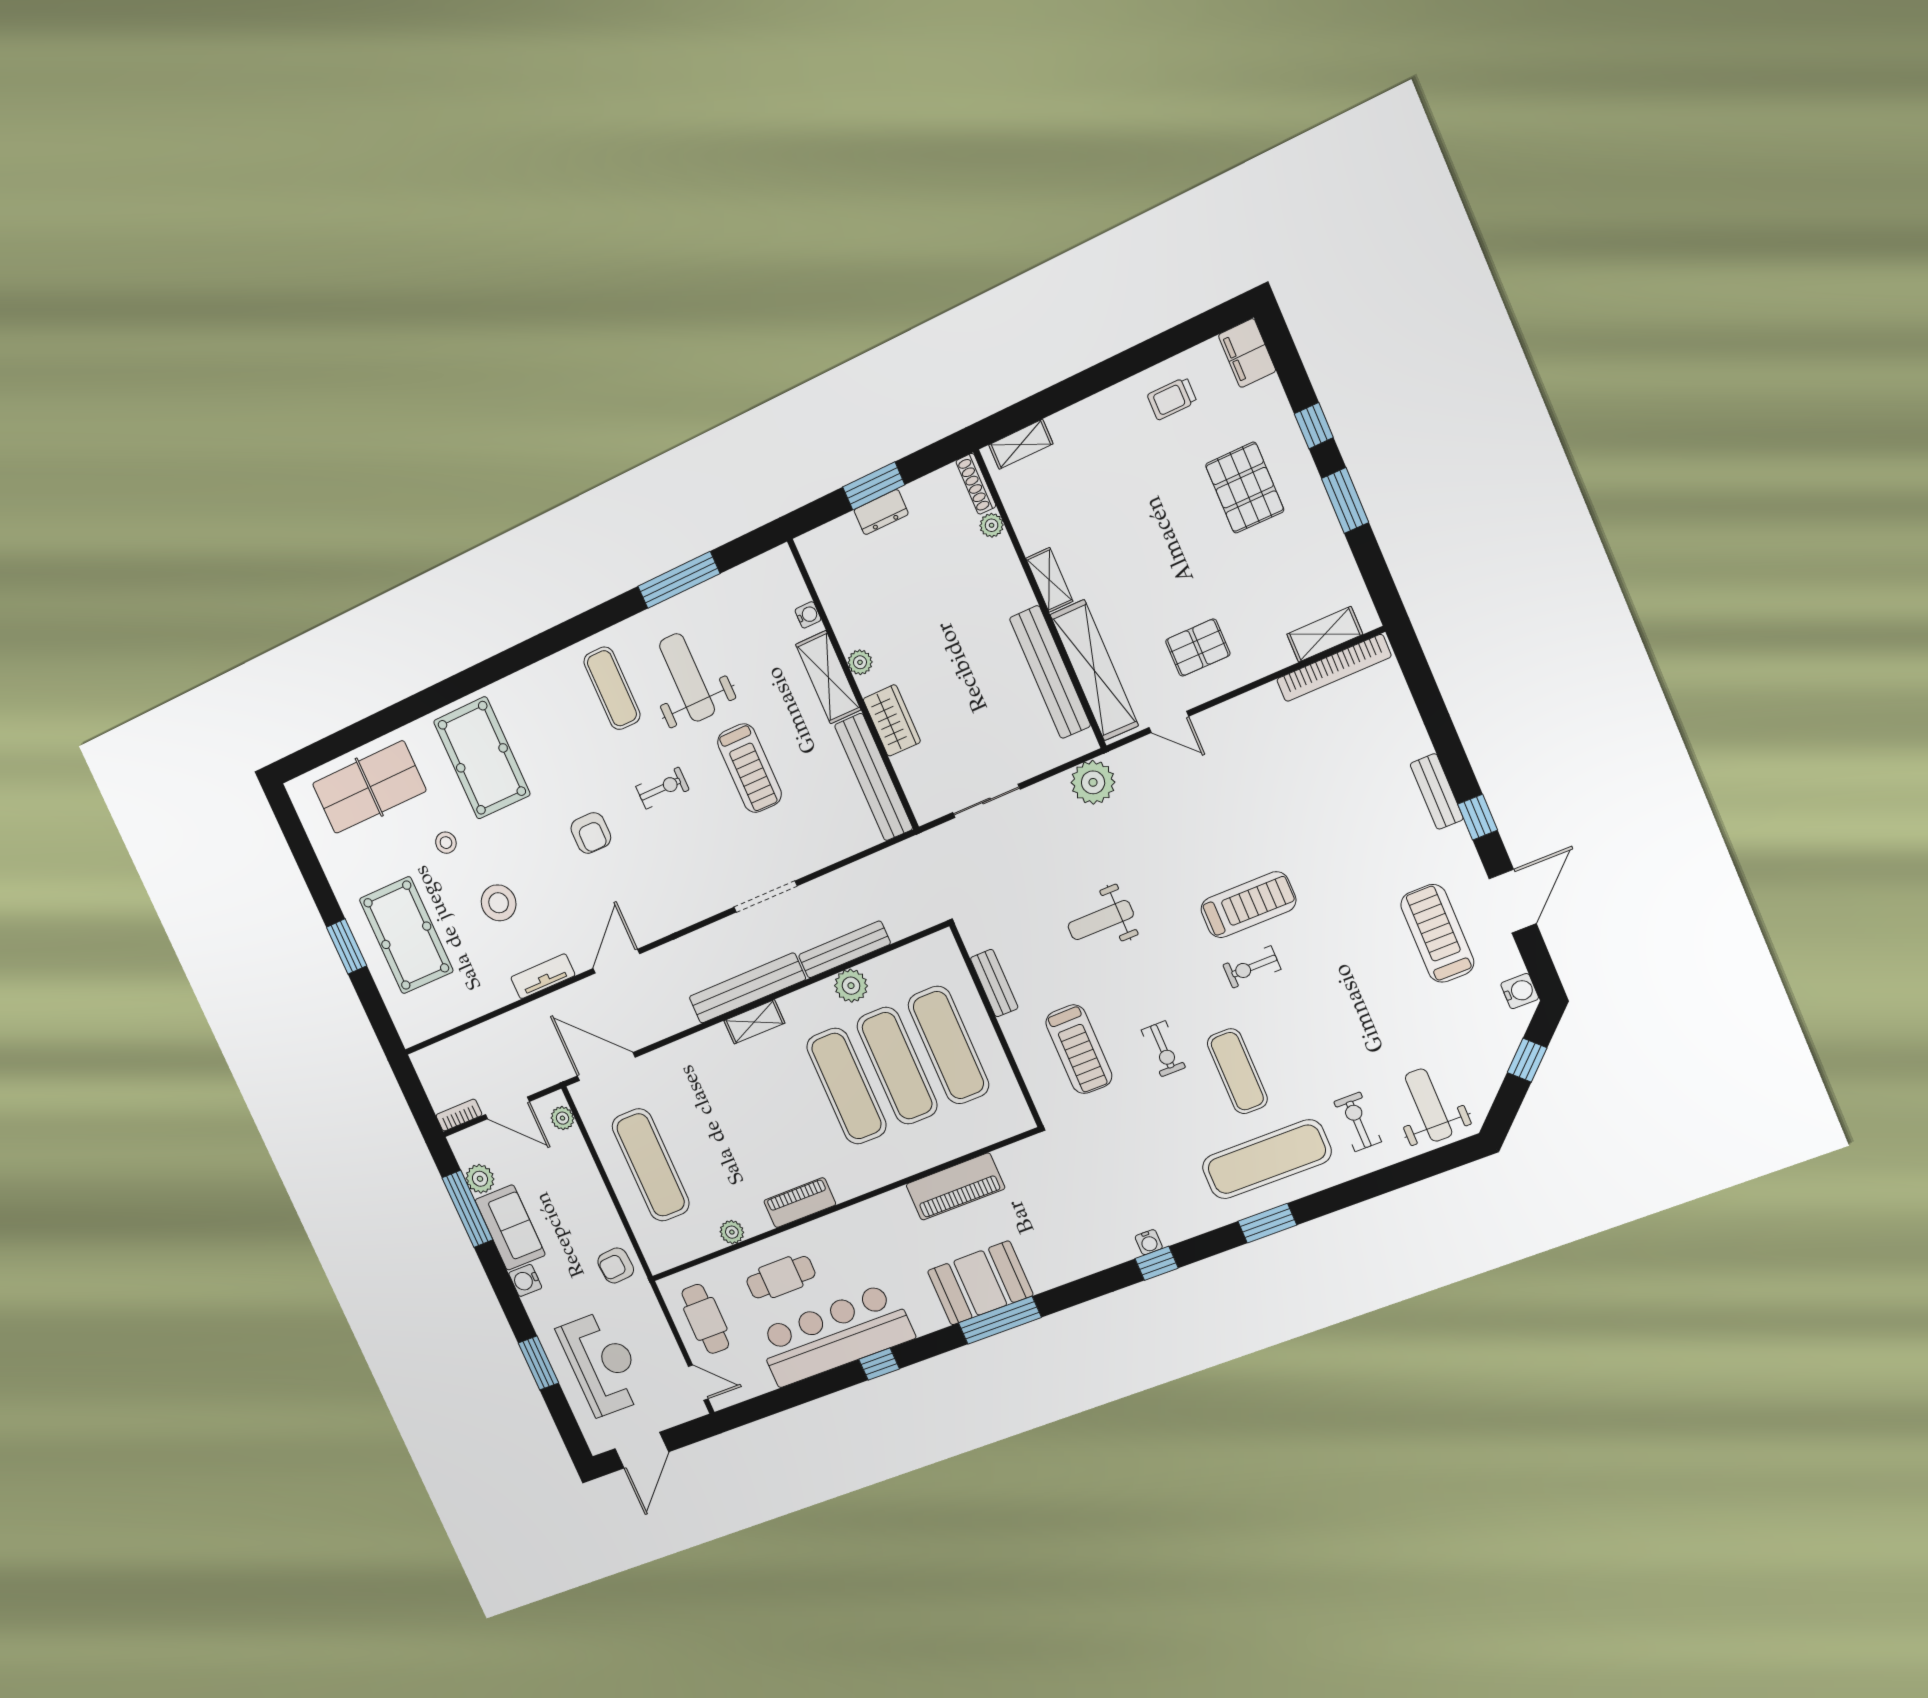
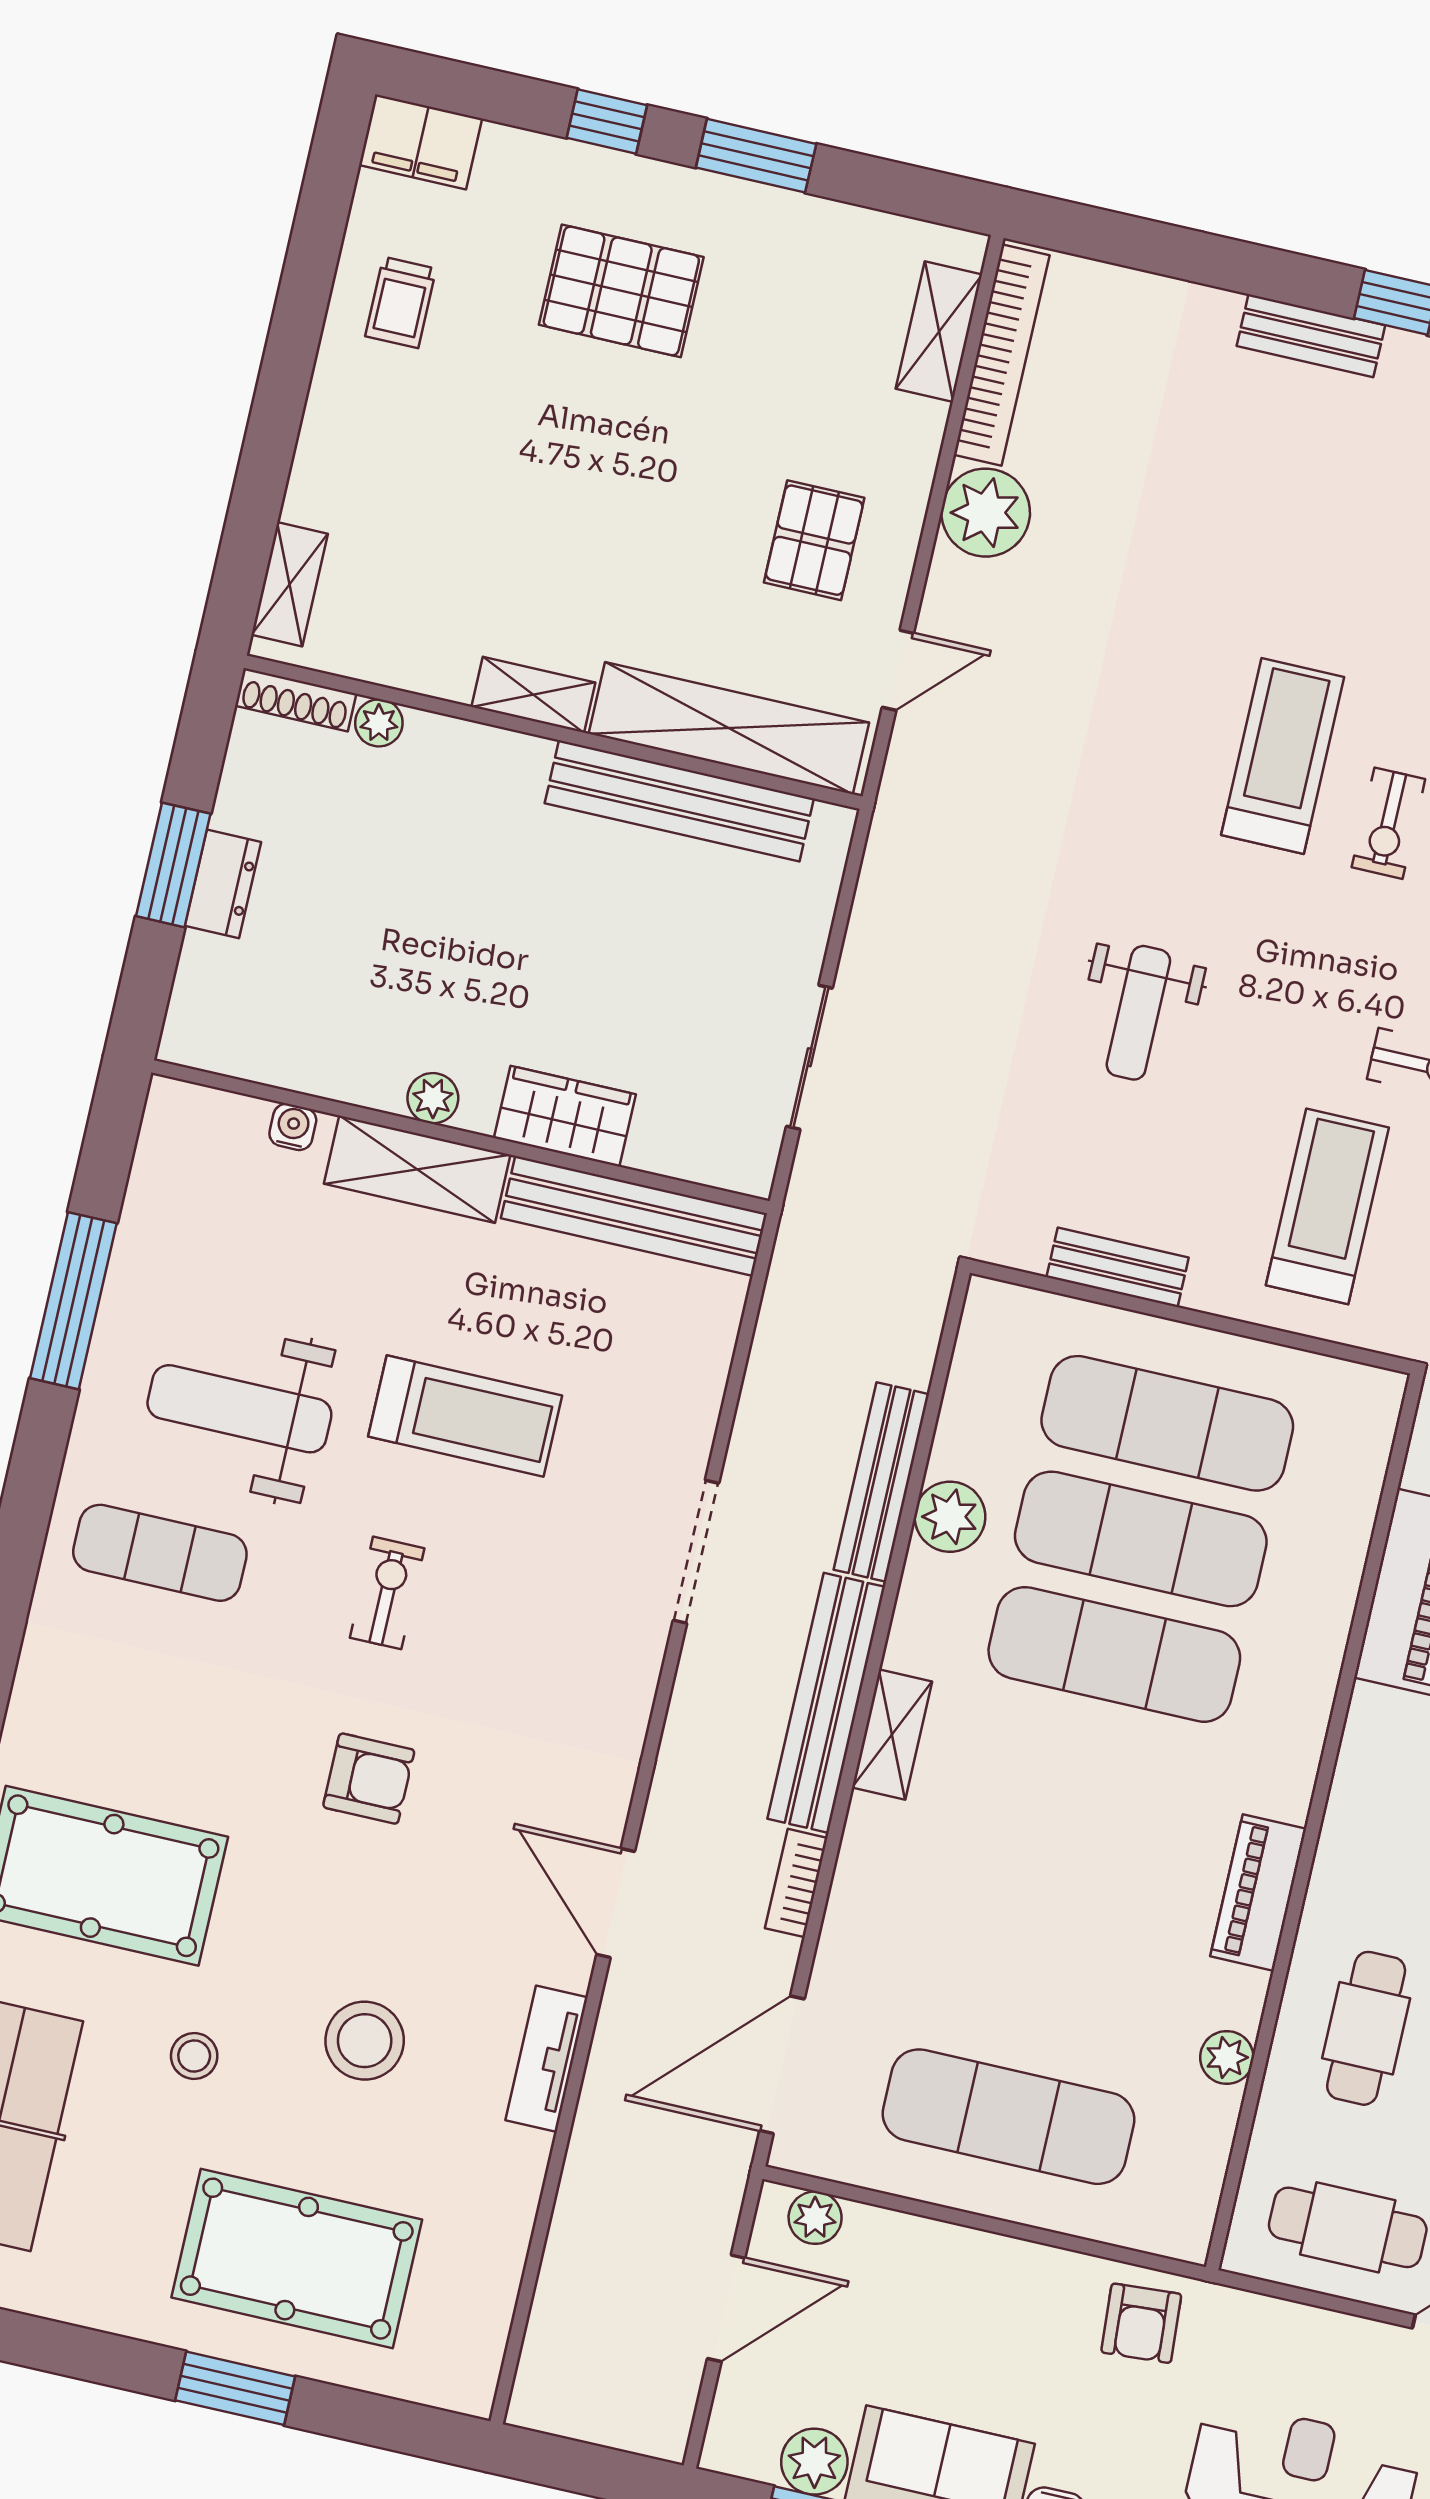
plant: (1093, 782) -> (986, 513), moved
treadmill: (1079, 1049) -> (1327, 1206), turned -90
bookcase: (459, 1115) -> (796, 1883), moved

